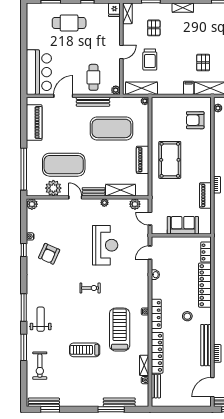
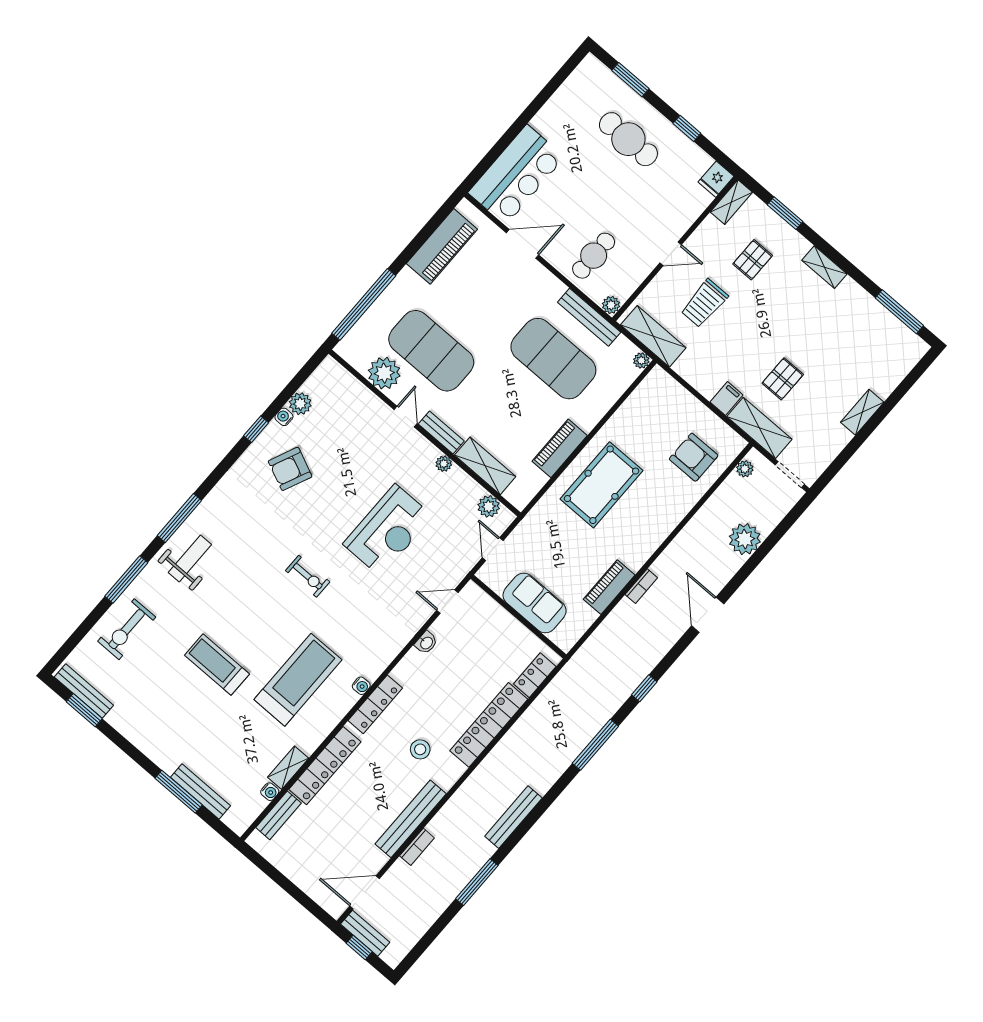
bench: (93, 102) -> (589, 317), moved
plant: (32, 204) -> (300, 404), moved

